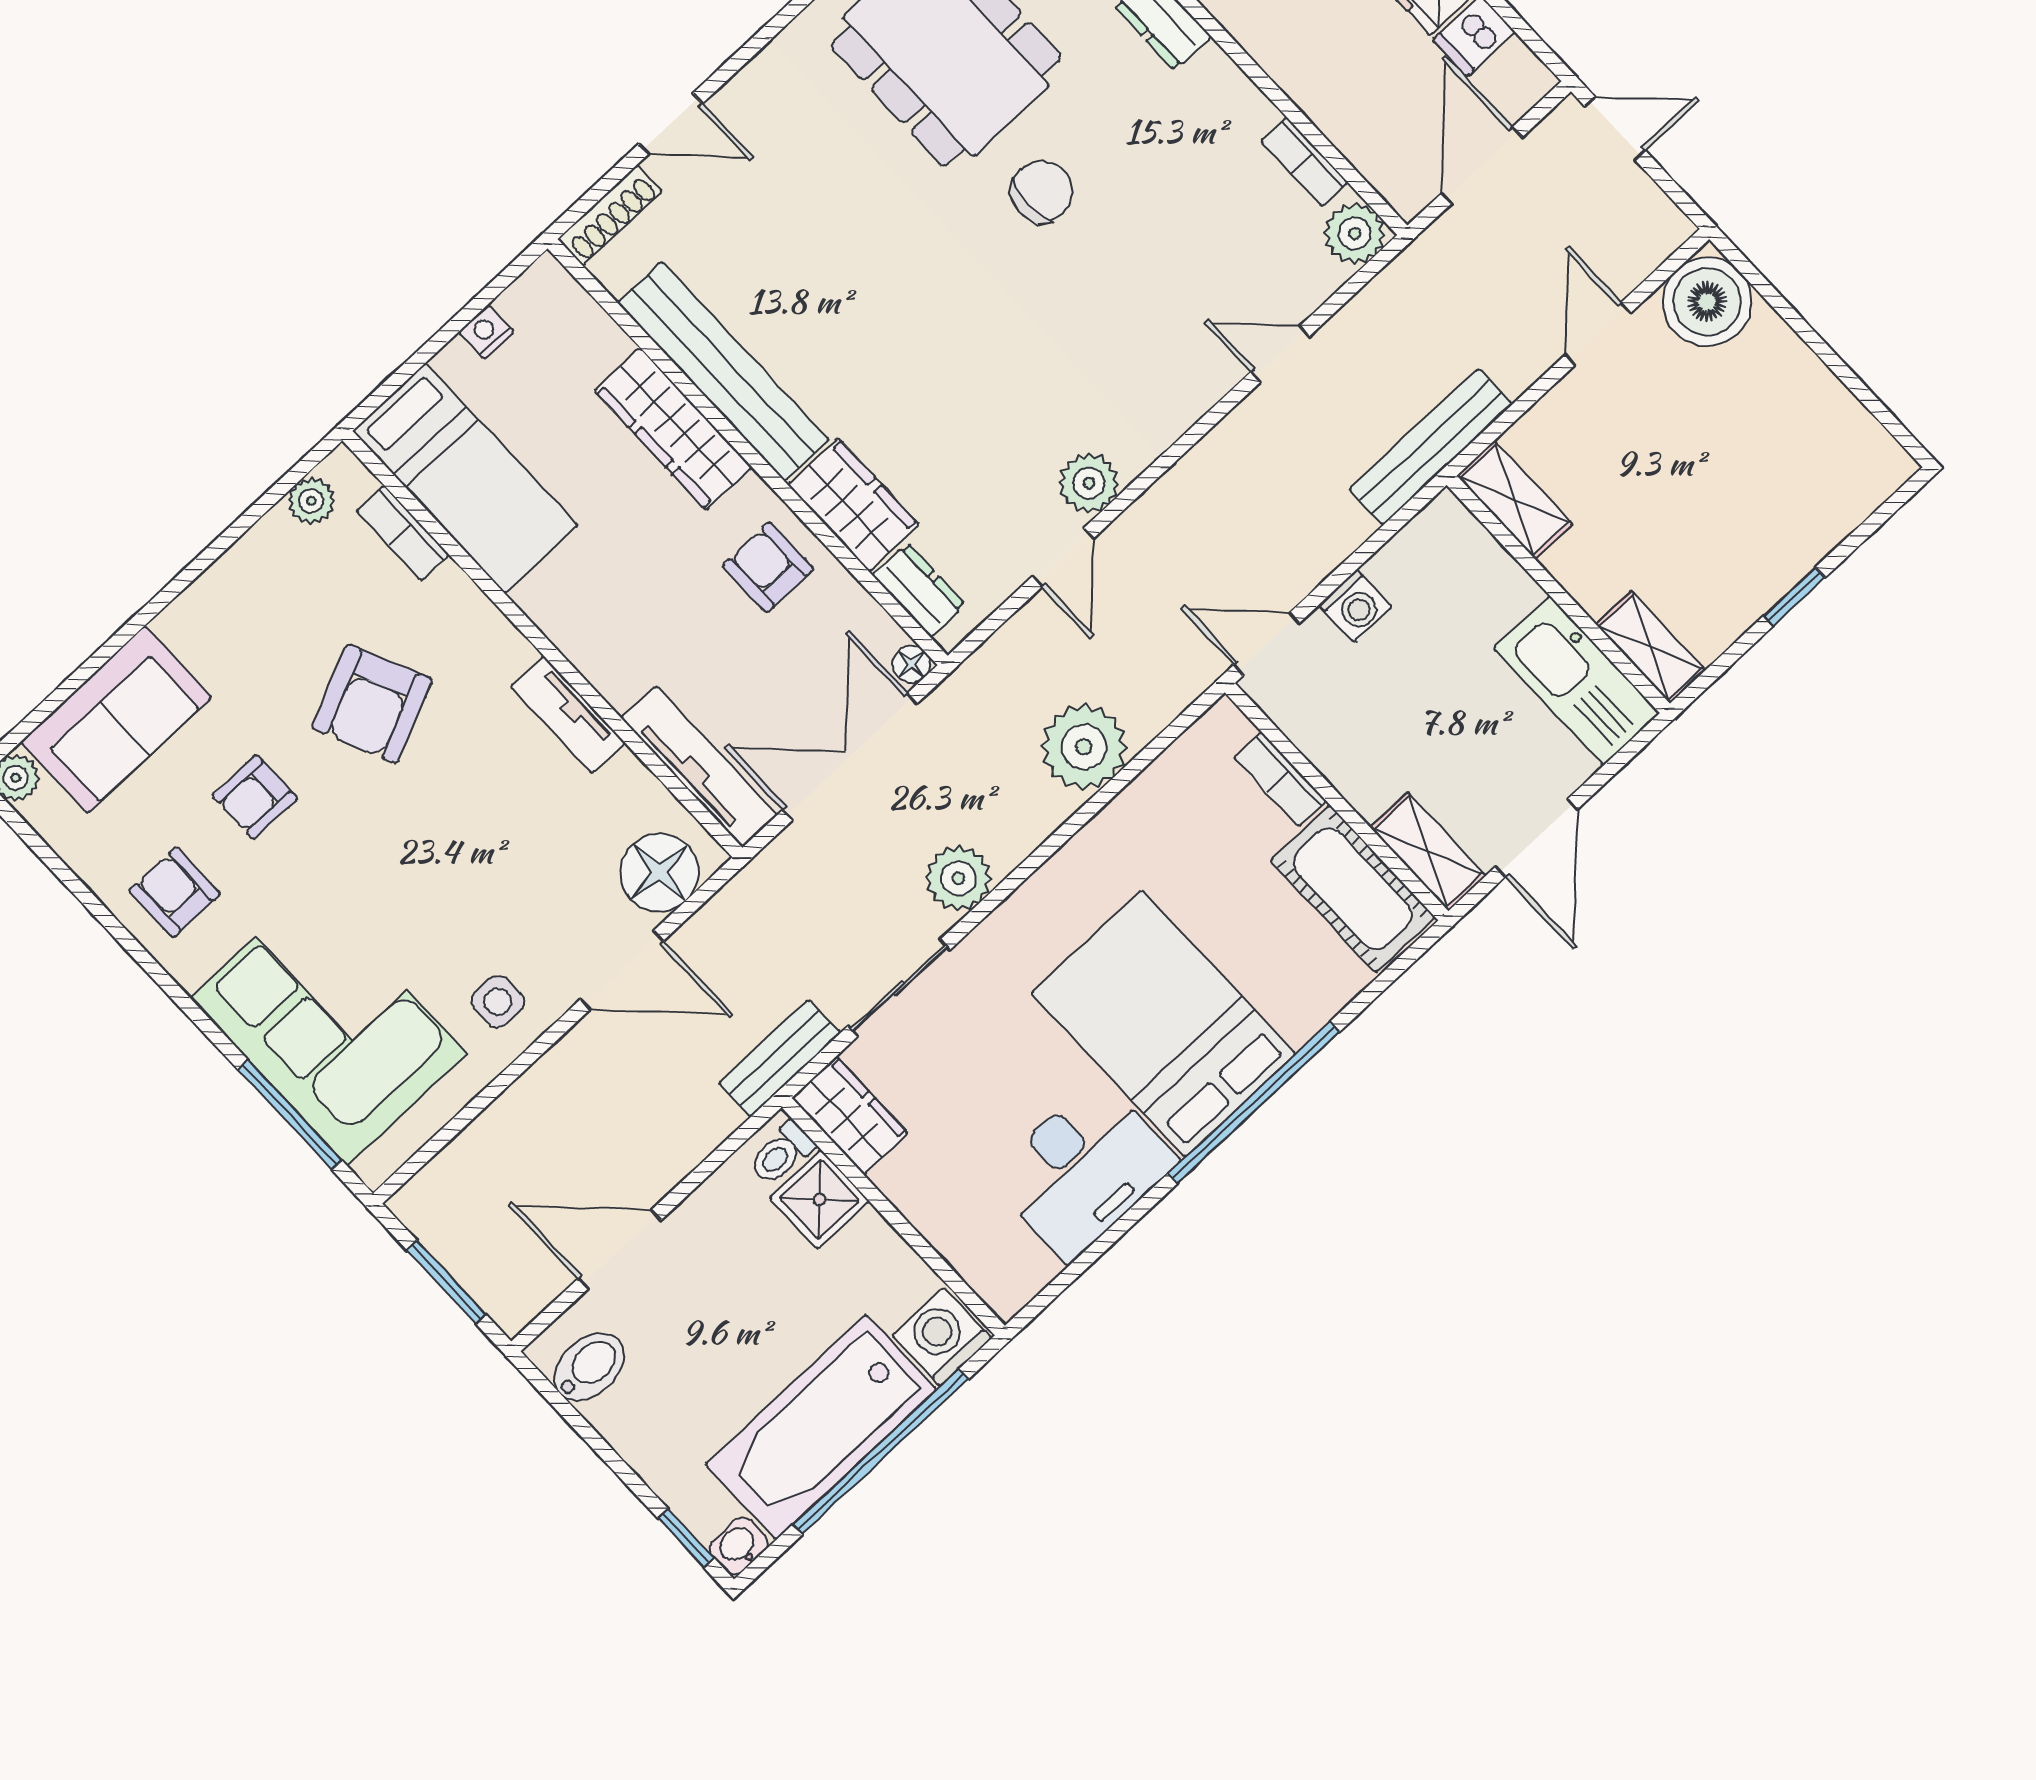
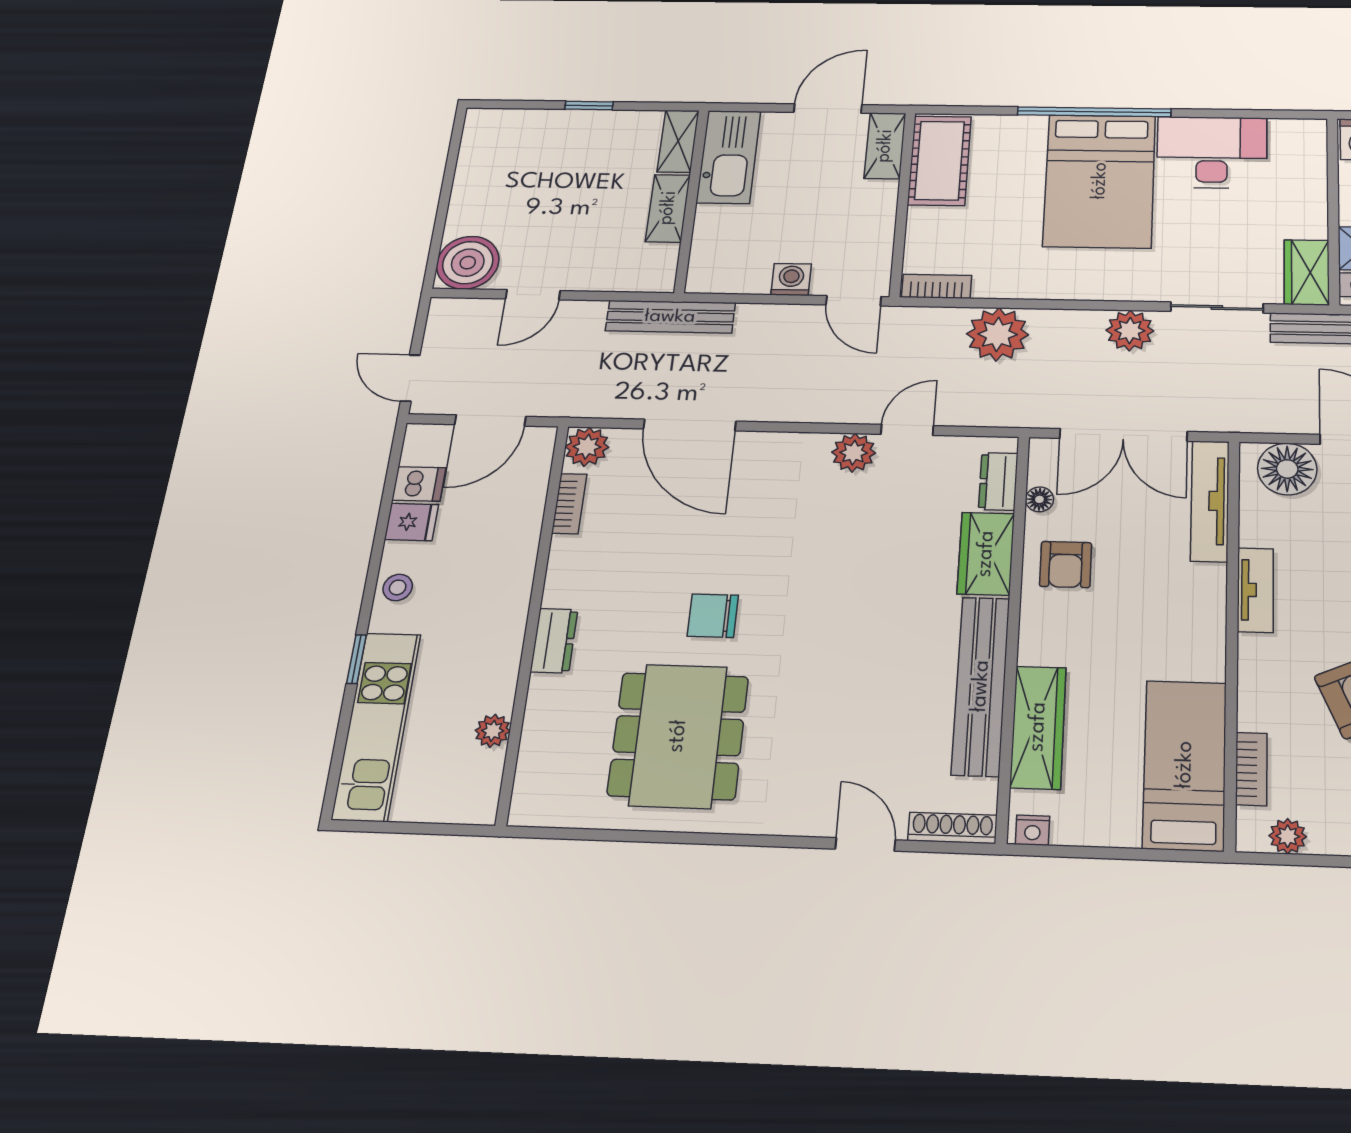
nightstand: (486, 332) -> (1032, 830), moved
door: (1280, 354) -> (690, 425), width x1.88
wardrobe: (673, 429) -> (1038, 727), moved
shelving: (1515, 500) -> (668, 208), moved
floor lamp: (912, 664) -> (1039, 499), moved
bookcase: (1280, 779) -> (937, 286), moved, turned -90

